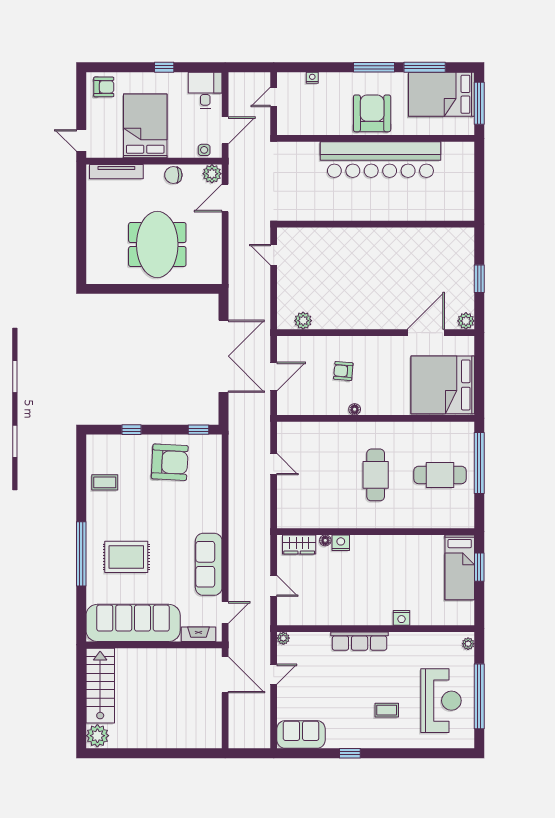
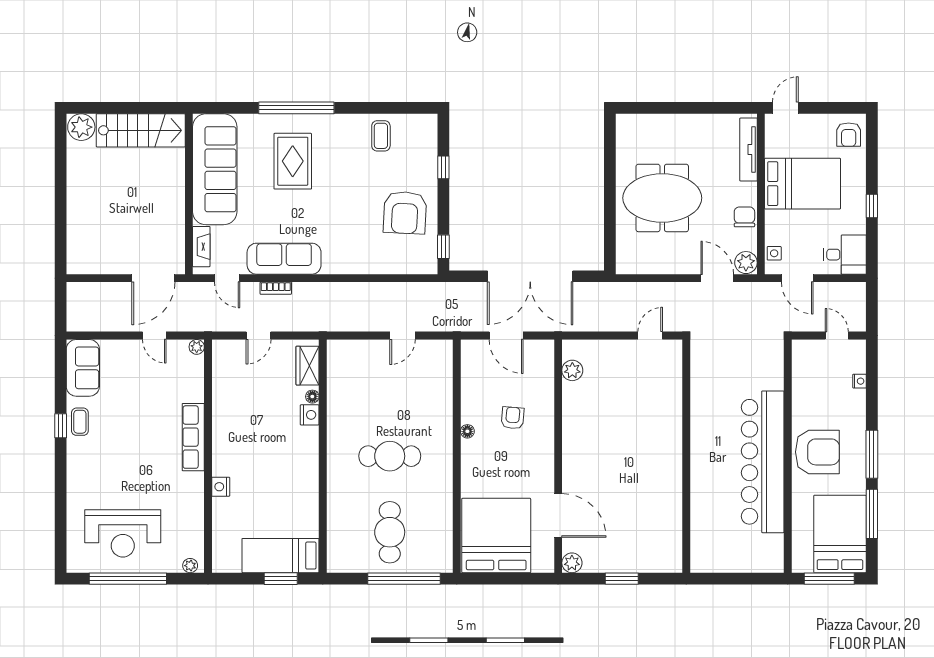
bookcase: (234, 571) -> (276, 288), added
coffee table: (387, 710) -> (80, 422), moved

